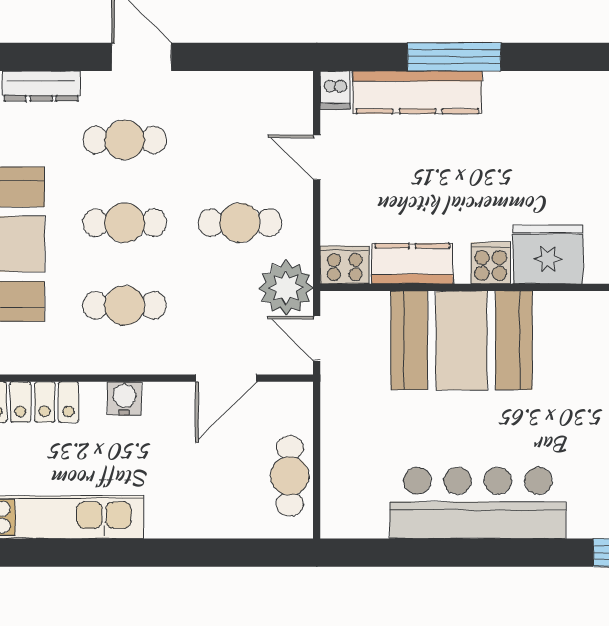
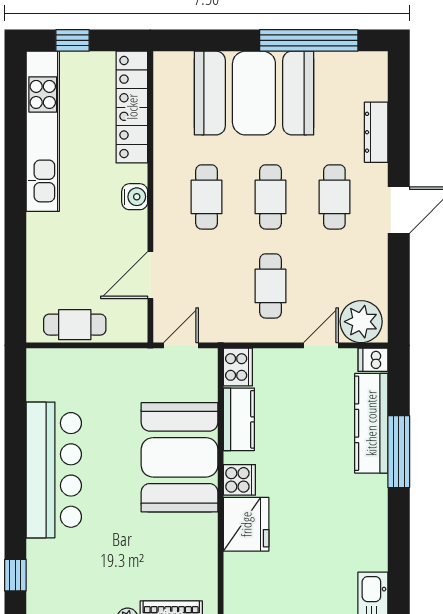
plant: (286, 288) -> (361, 322), moved
door: (226, 378) -> (150, 275), hinge flipped

